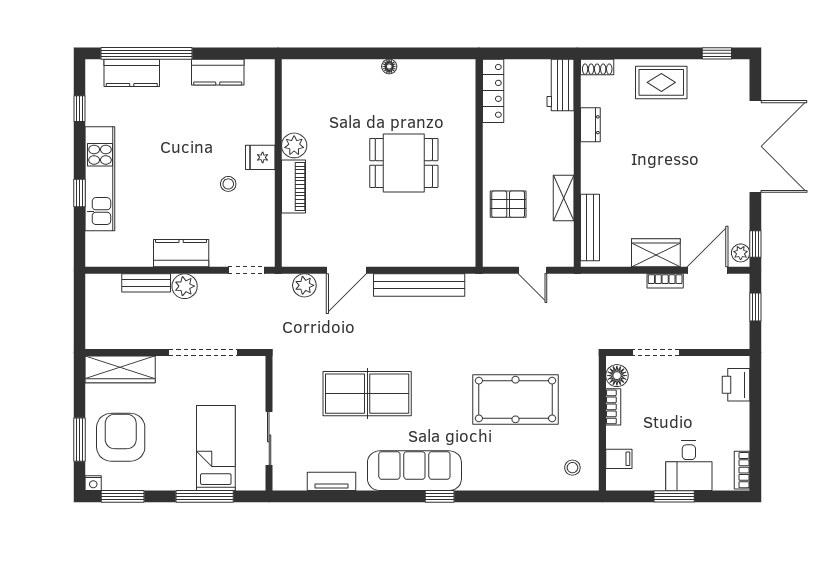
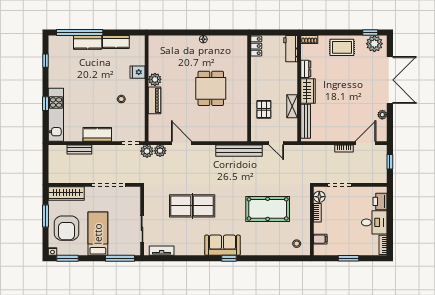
kitchen counter: (132, 73) -> (88, 42), moved
plant: (725, 75) -> (374, 44), added
locker: (493, 91) -> (256, 46), width x0.66
fridge: (260, 157) -> (138, 72), moved
dining table: (404, 163) -> (211, 88), turned 90
kitchen unit: (100, 179) -> (56, 115), moved
pallet: (508, 204) -> (264, 109), turned 90
window: (755, 244) -> (390, 130), removed
wardrobe: (656, 253) -> (308, 91), moved, turned 90
plant: (741, 253) -> (382, 115), moved
door: (346, 270) -> (181, 143), swing flipped
bench: (419, 285) -> (239, 151), moved
plant: (185, 286) -> (147, 151), moved
armchair: (121, 437) -> (67, 228), turned 180
window: (80, 440) -> (46, 216), moved
bed: (216, 448) -> (98, 234), moved
desk: (689, 466) -> (374, 222), moved, turned -90
sofa: (414, 471) -> (222, 245), width x0.73
tv unit: (331, 481) -> (162, 251), moved
window: (205, 496) -> (120, 258), moved

